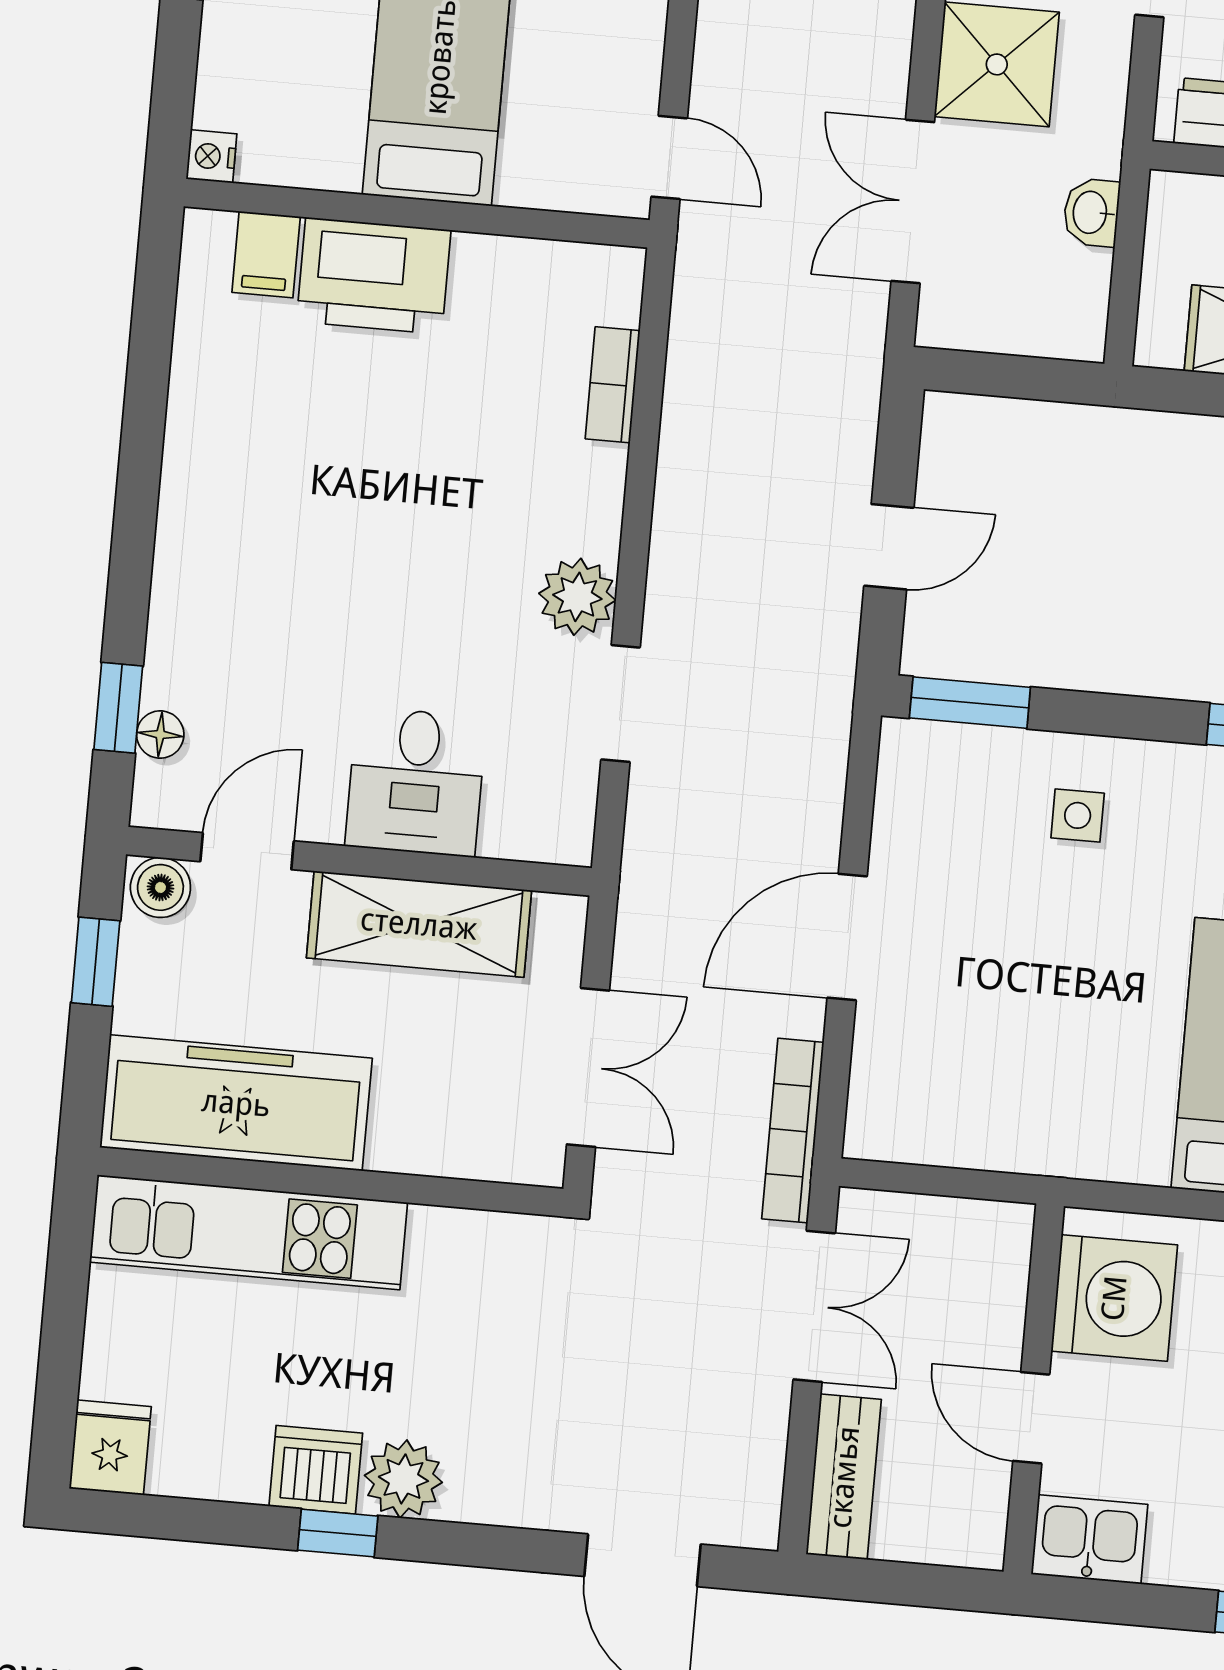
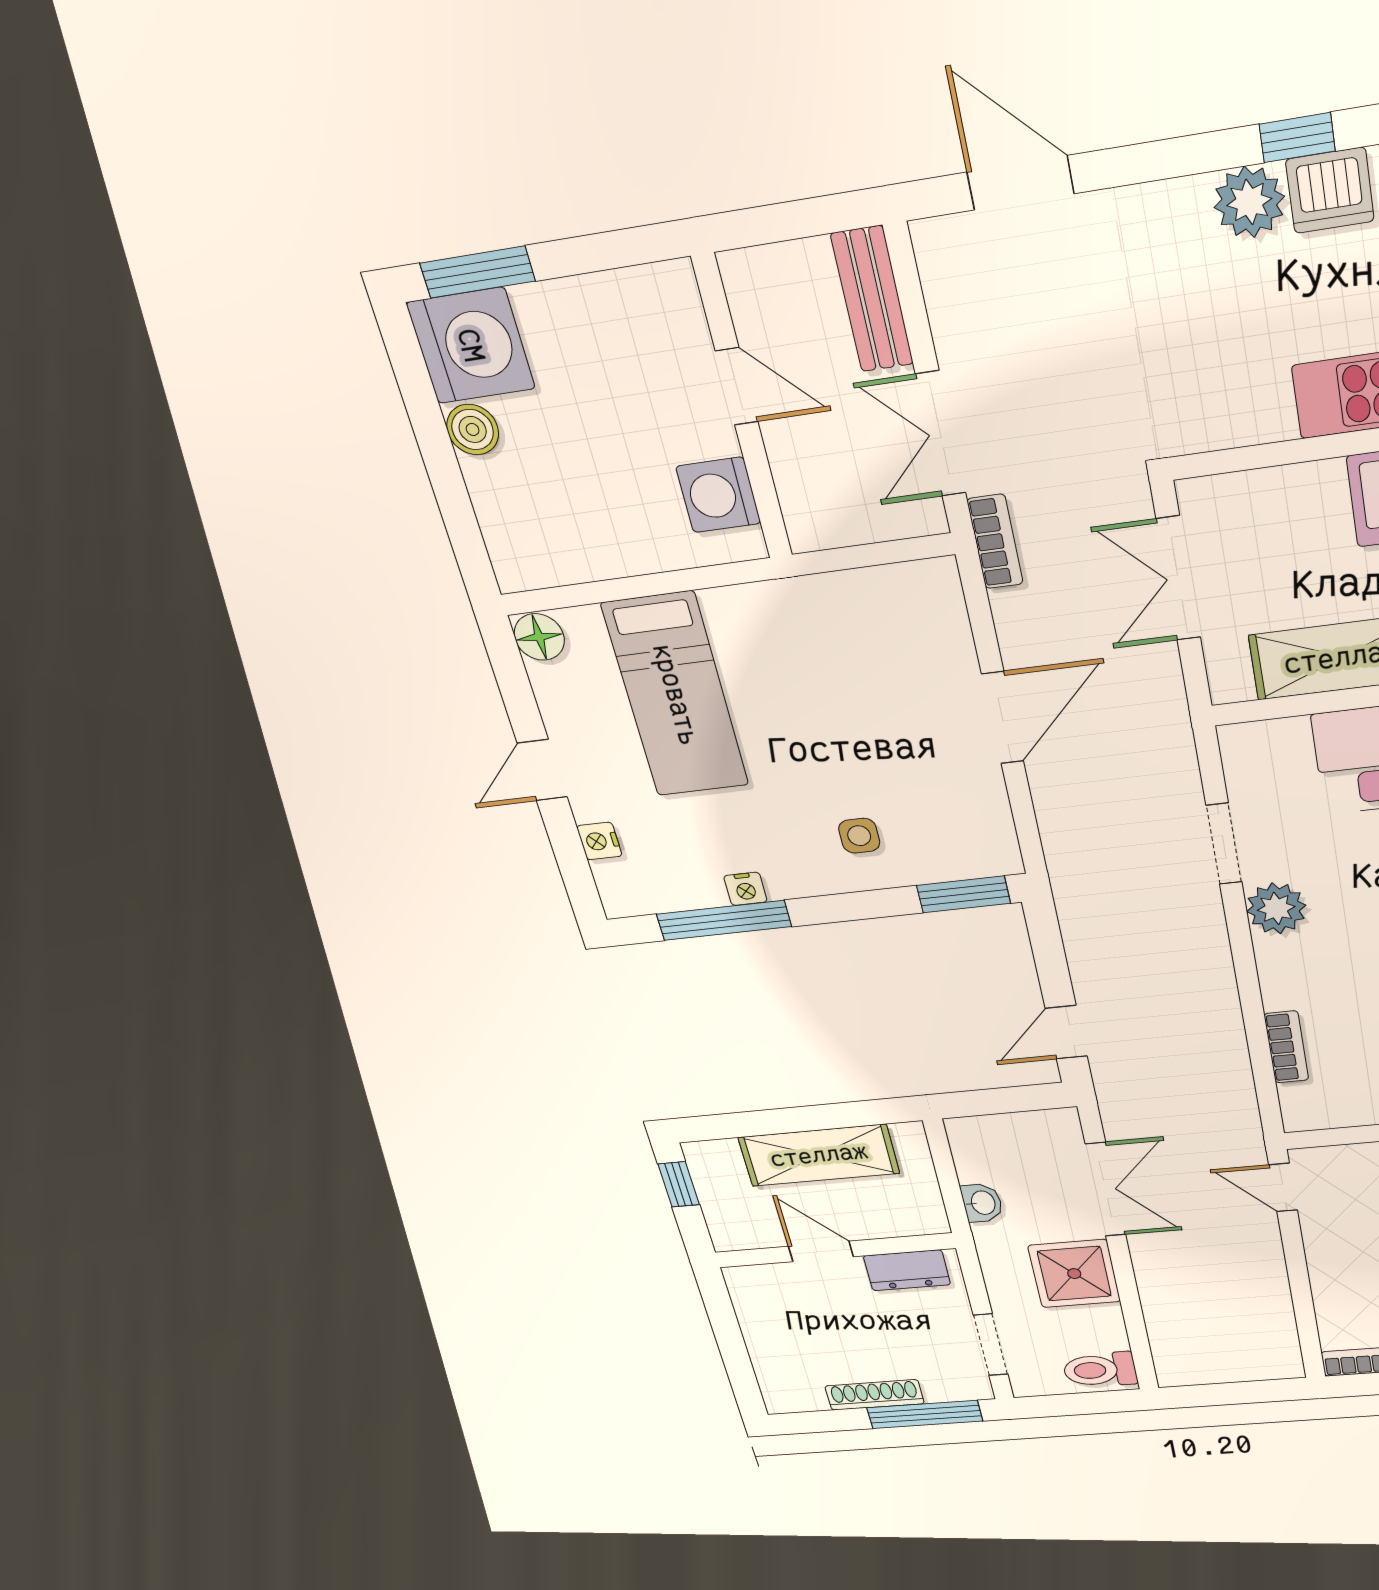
door: (889, 547) -> (1066, 1032), moved
bookcase: (793, 1131) -> (995, 542), width x0.64
washing machine: (1114, 1298) -> (718, 495), width x0.73, depth x0.73
kitchen sink: (1089, 1539) -> (654, 298), removed

